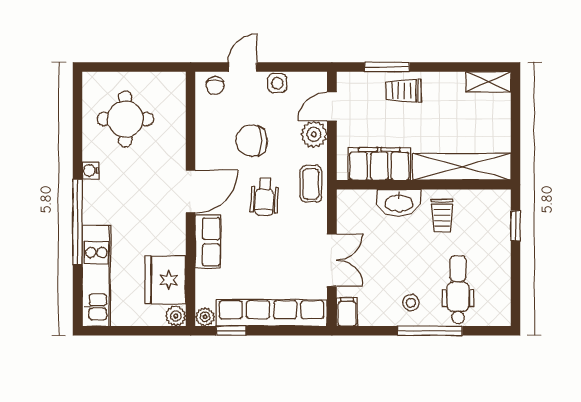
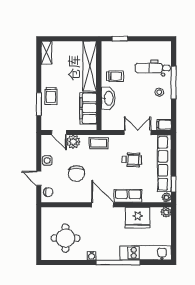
wheelchair: (264, 197) -> (132, 160), moved
fridge: (165, 280) -> (138, 218), moved

